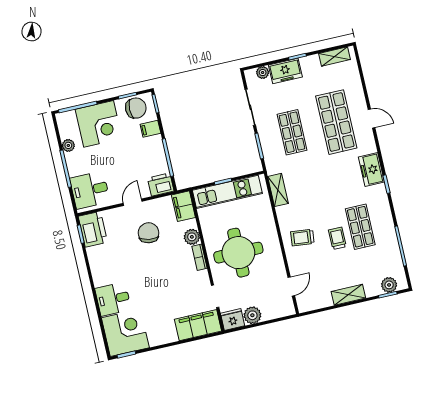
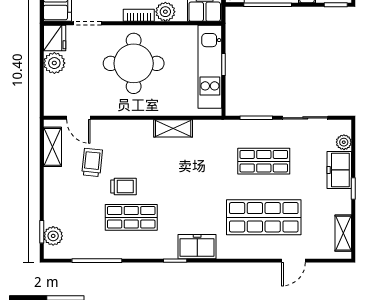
door: (371, 119) -> (293, 261), moved
shelving: (278, 190) -> (173, 128), moved
trolley: (302, 238) -> (92, 162), moved
shelving: (348, 295) -> (53, 147), moved

